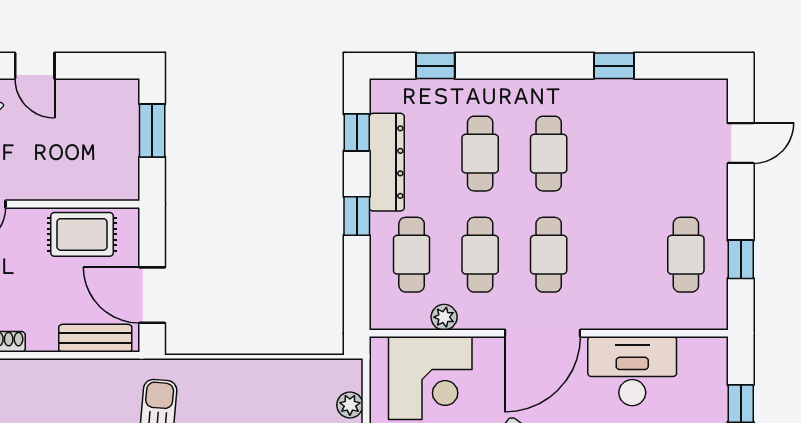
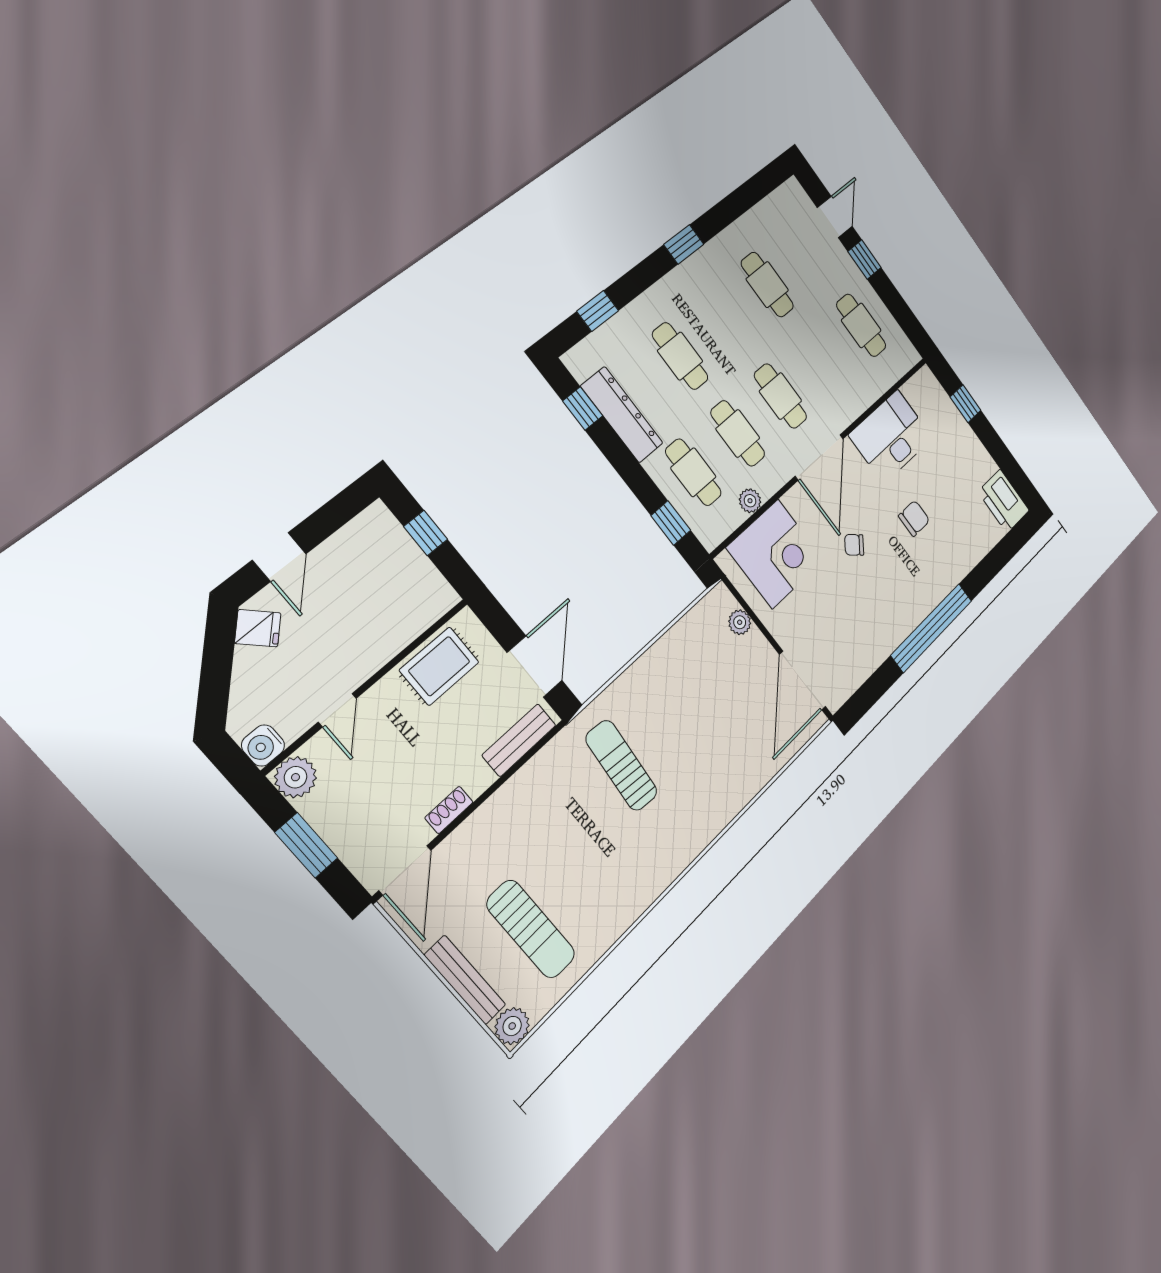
door: (35, 66) -> (279, 557), hinge flipped
window: (614, 66) -> (684, 244), moved
window: (152, 131) -> (426, 533), width x0.67
cafe table: (549, 154) -> (767, 285), moved
window: (357, 216) -> (671, 523), moved
window: (741, 259) -> (865, 260), moved
door: (152, 295) -> (535, 666), swing flipped

